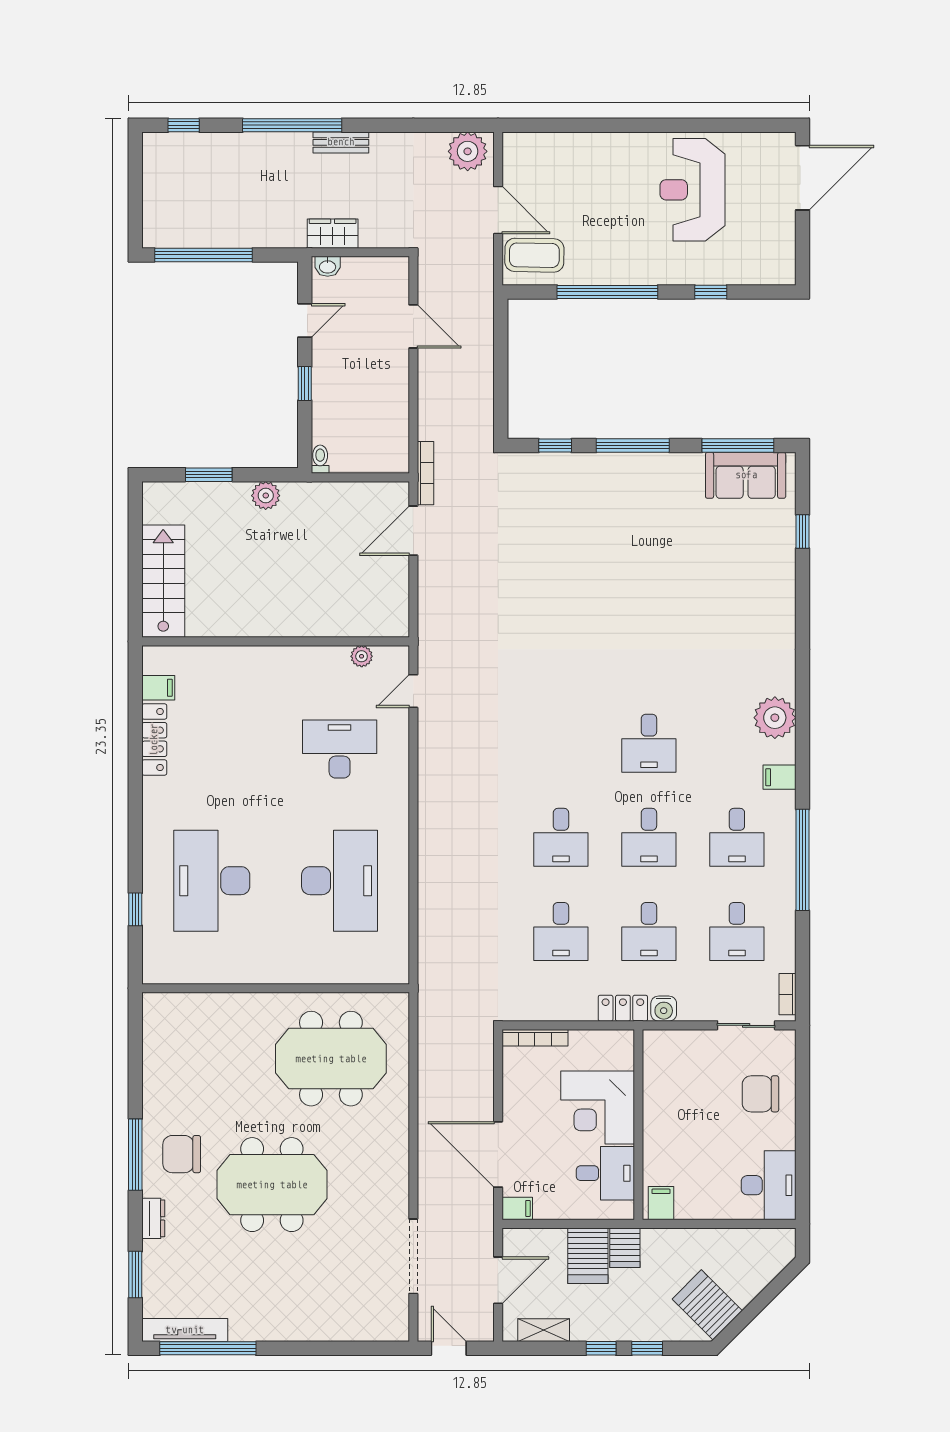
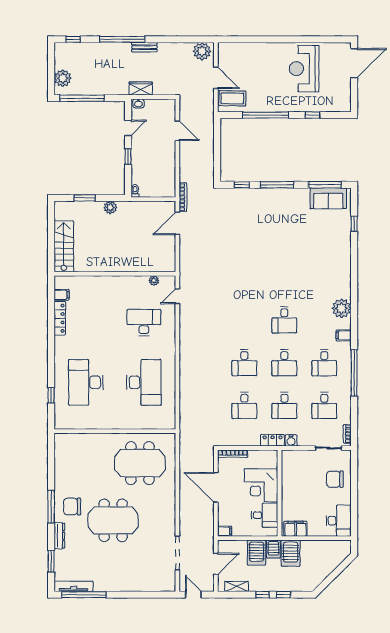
plant: (161, 211) -> (63, 78), added
door: (498, 1154) -> (216, 487), moved
filing cabinet: (661, 1203) -> (295, 529), width x2.00
dresser: (153, 1218) -> (59, 536), width x1.44
server rack: (707, 1305) -> (291, 553), moved, turned -135

